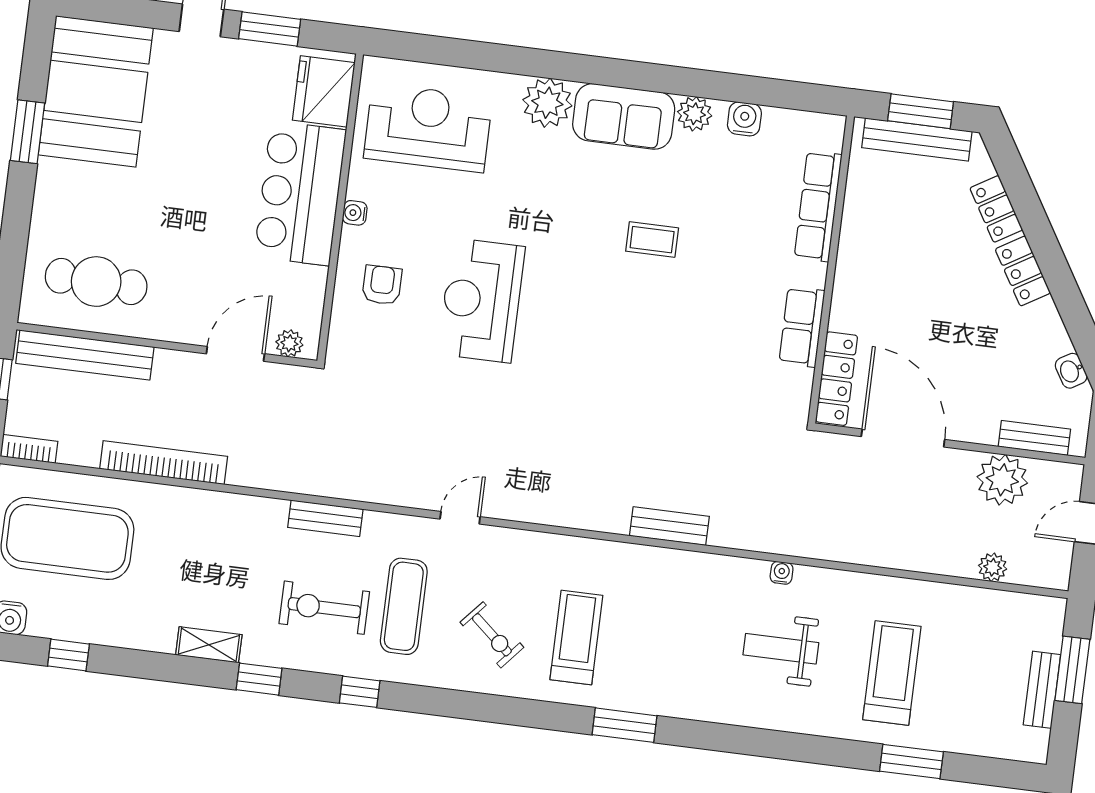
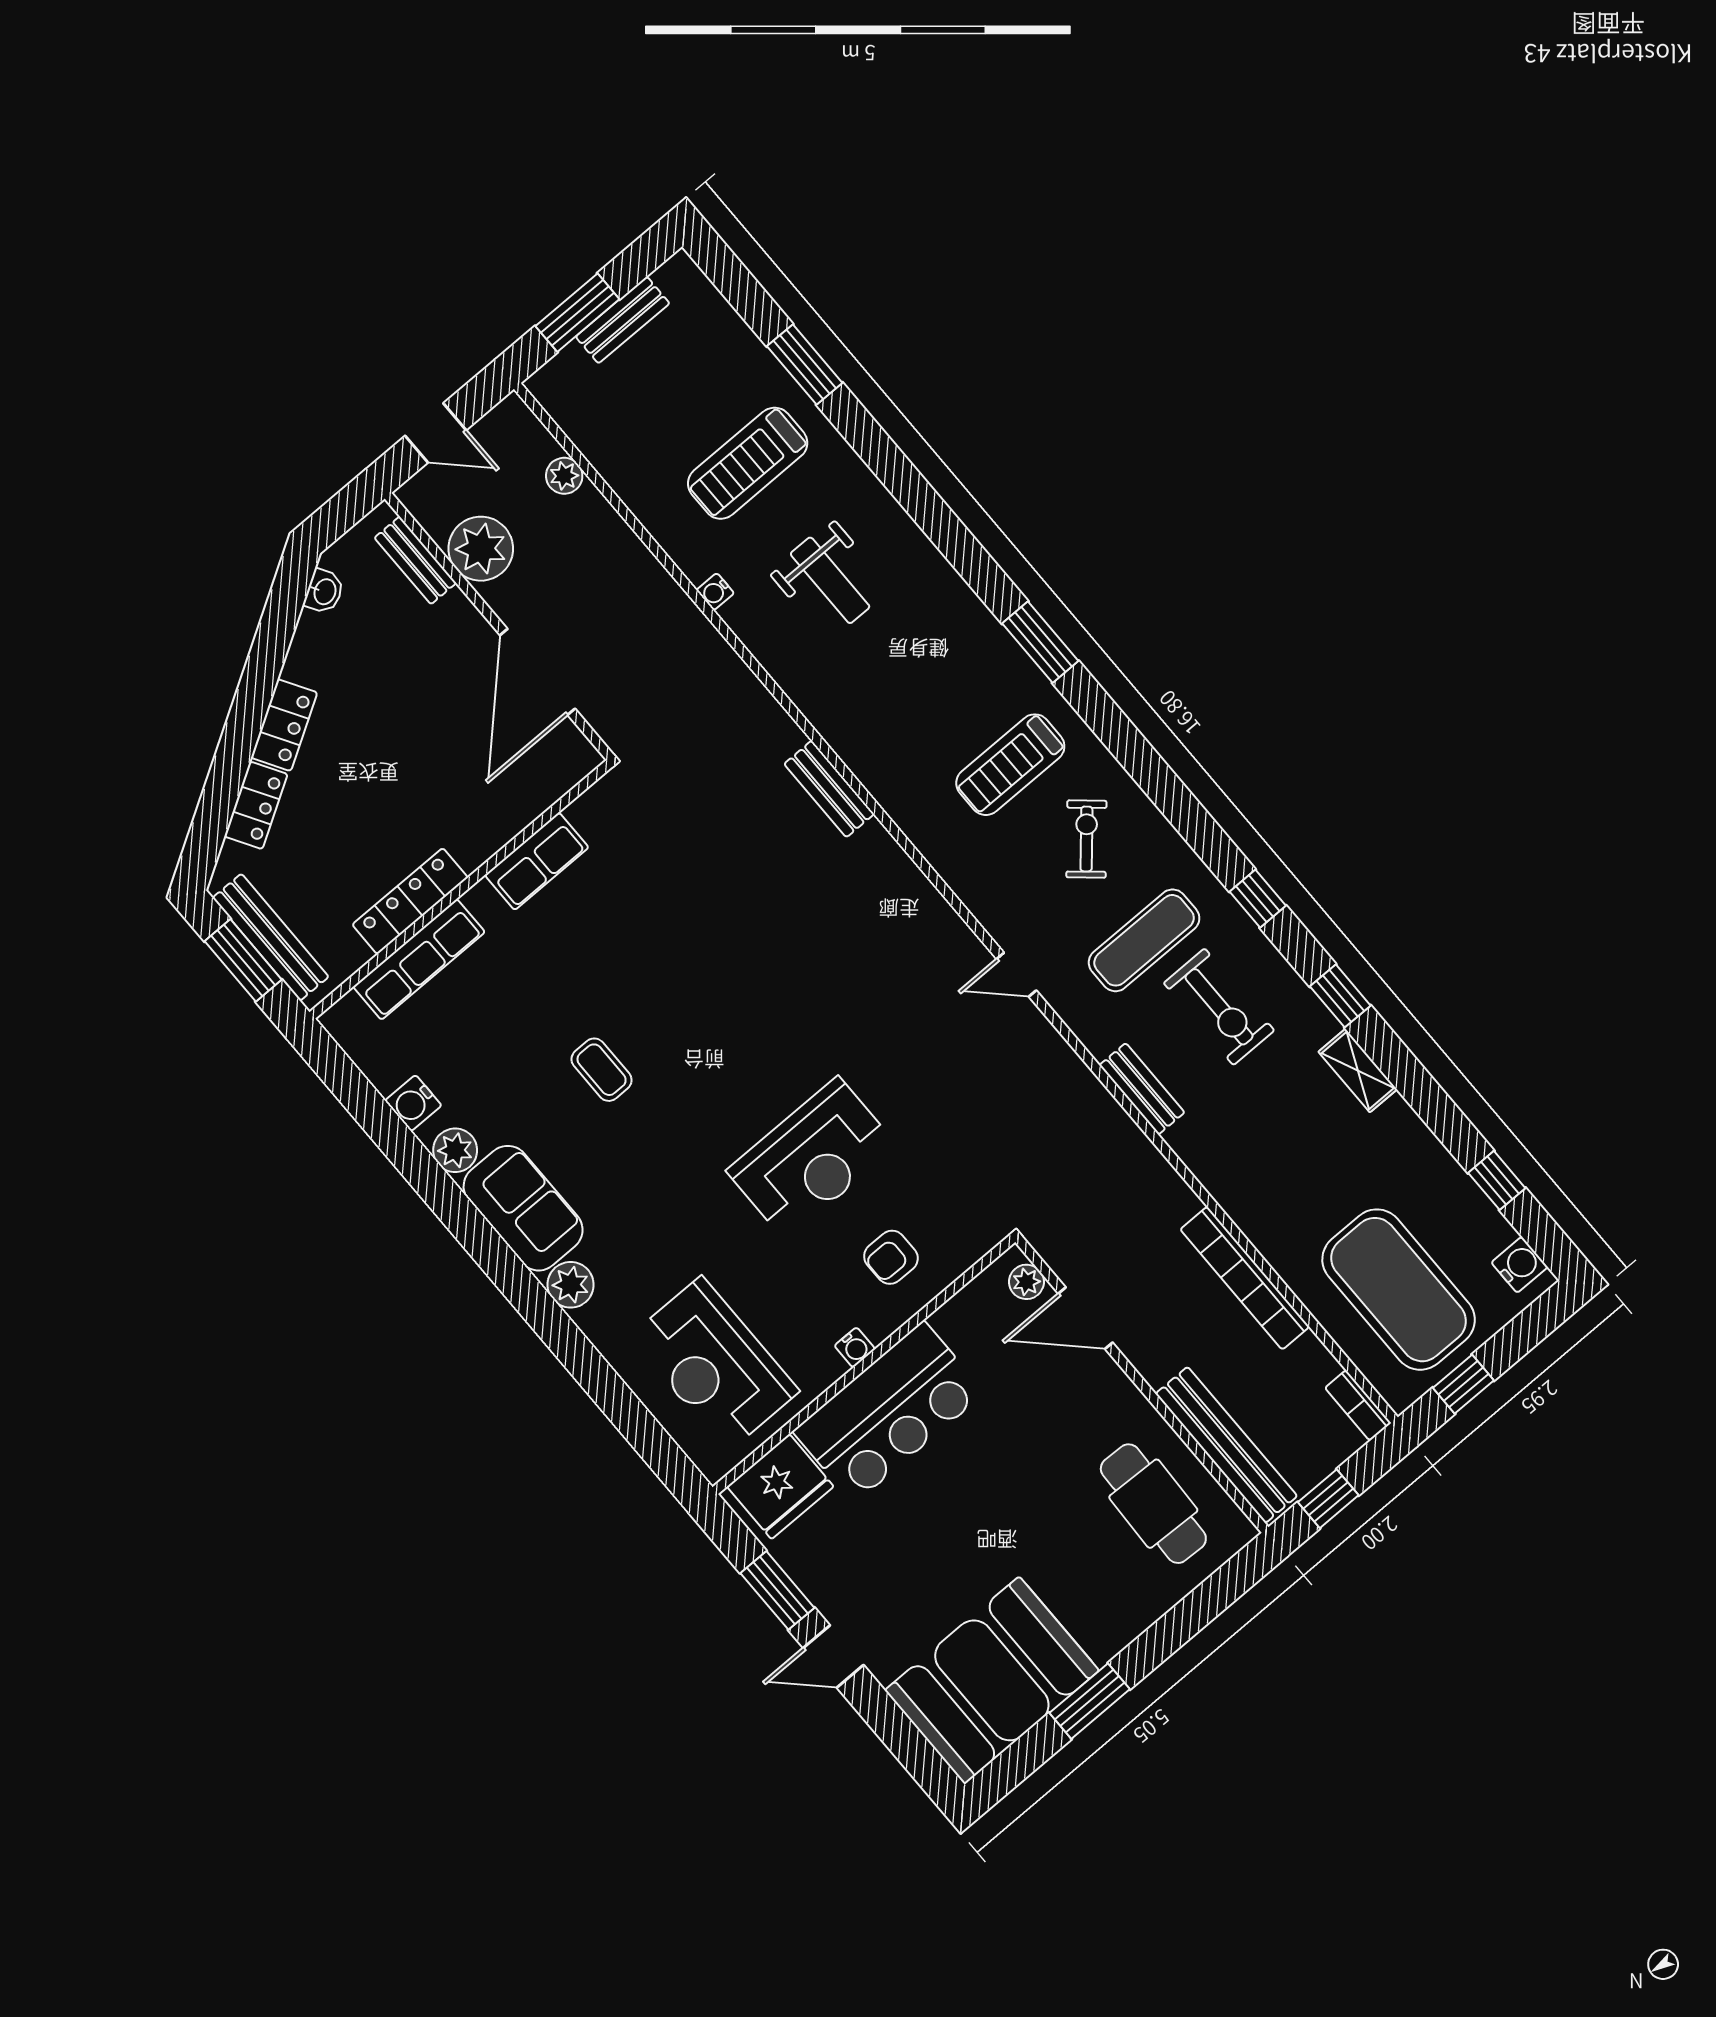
plant: (547, 103) -> (571, 1285), width x0.73, depth x0.73
locker: (837, 379) -> (410, 901), moved
water cooler: (782, 573) -> (715, 592), moved

